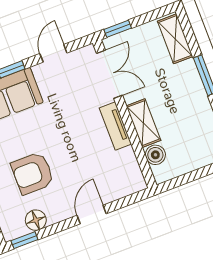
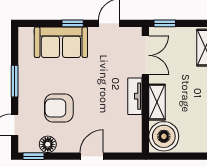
boiler: (155, 155) -> (164, 136), width x1.86, depth x1.86

